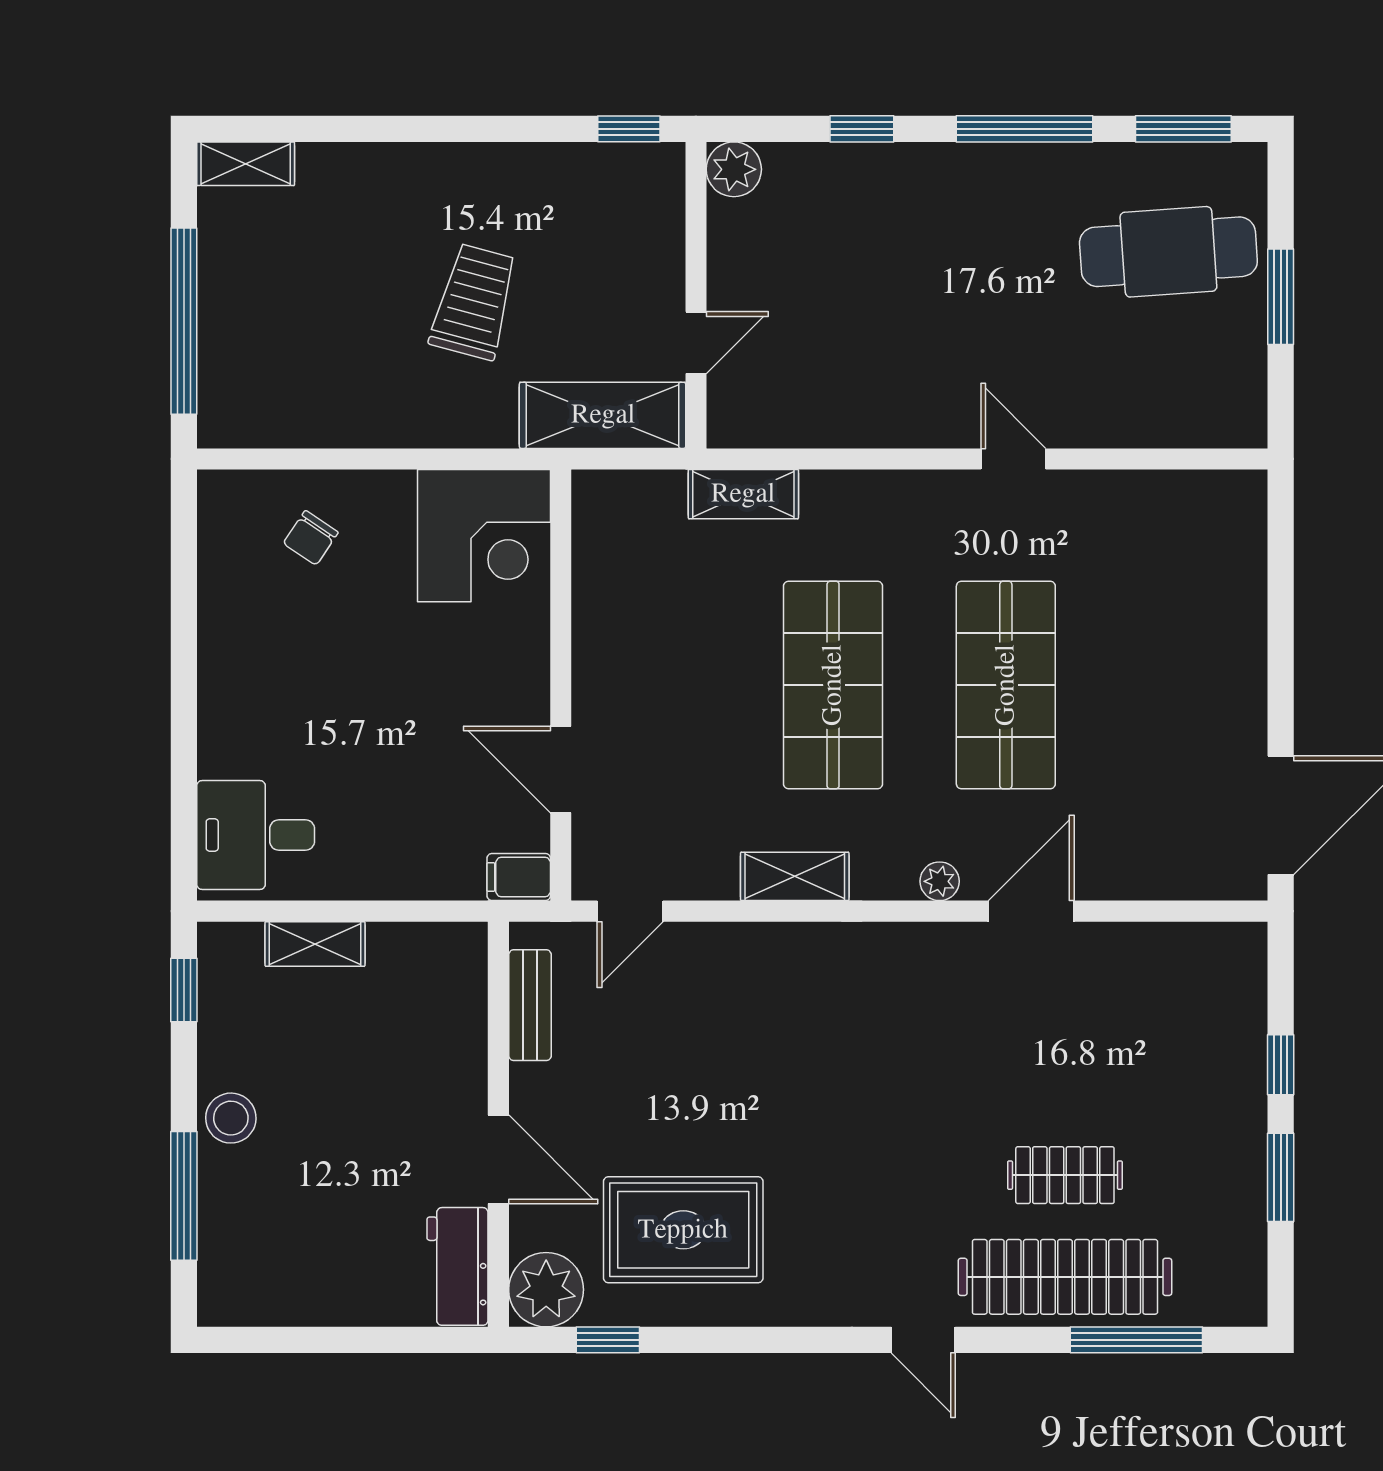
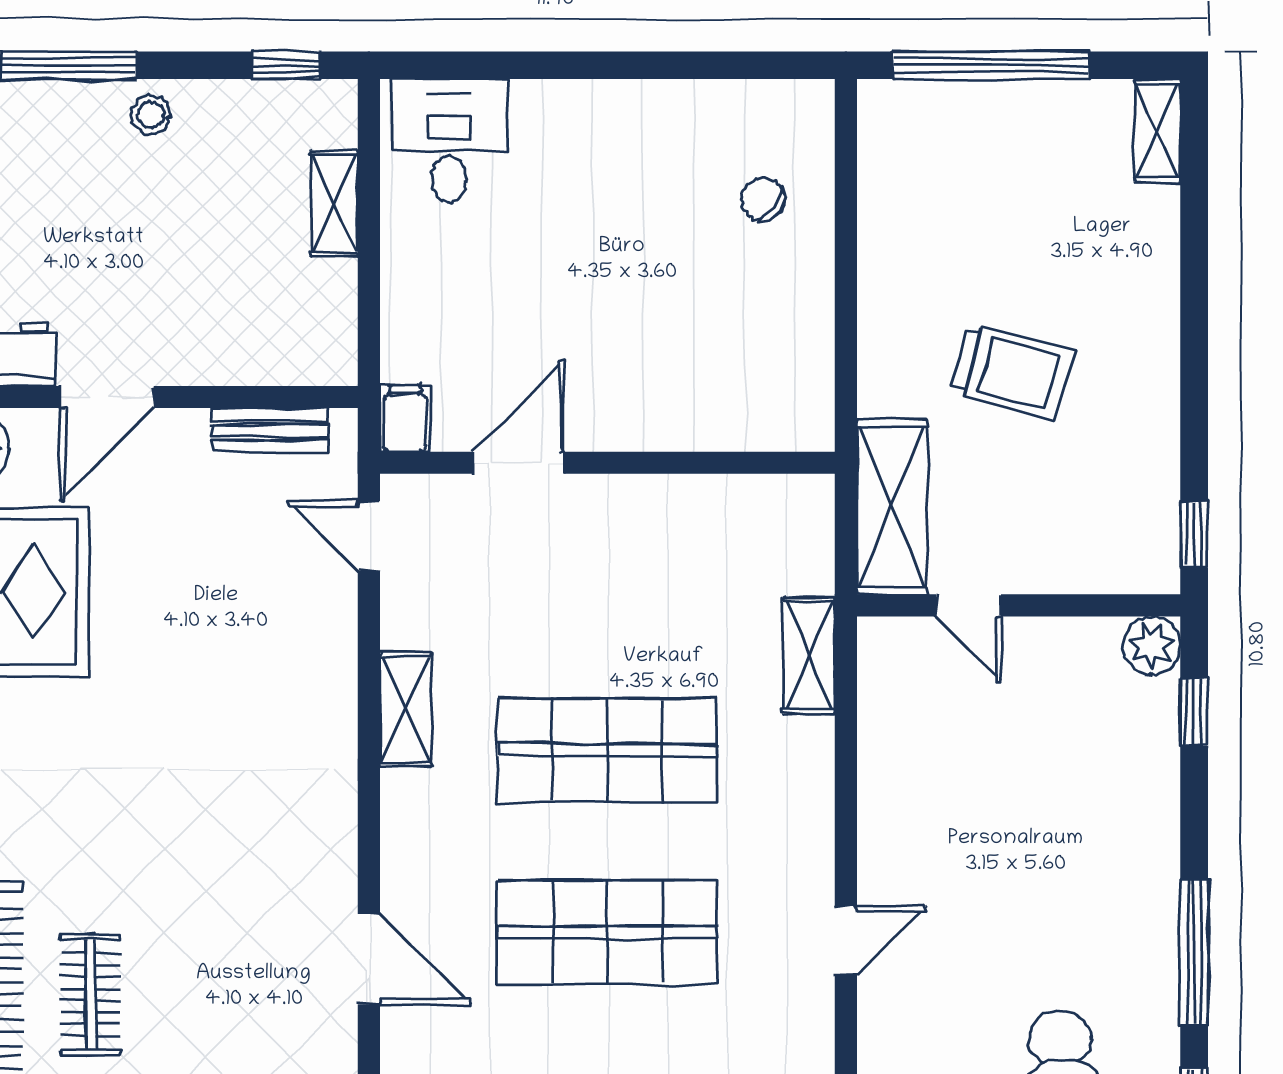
window: (862, 129) -> (1194, 712), moved
corner desk: (484, 536) -> (765, 382), removed
plant: (940, 881) -> (400, 862), removed
stool: (231, 1118) -> (151, 115), width x0.73, depth x0.73

